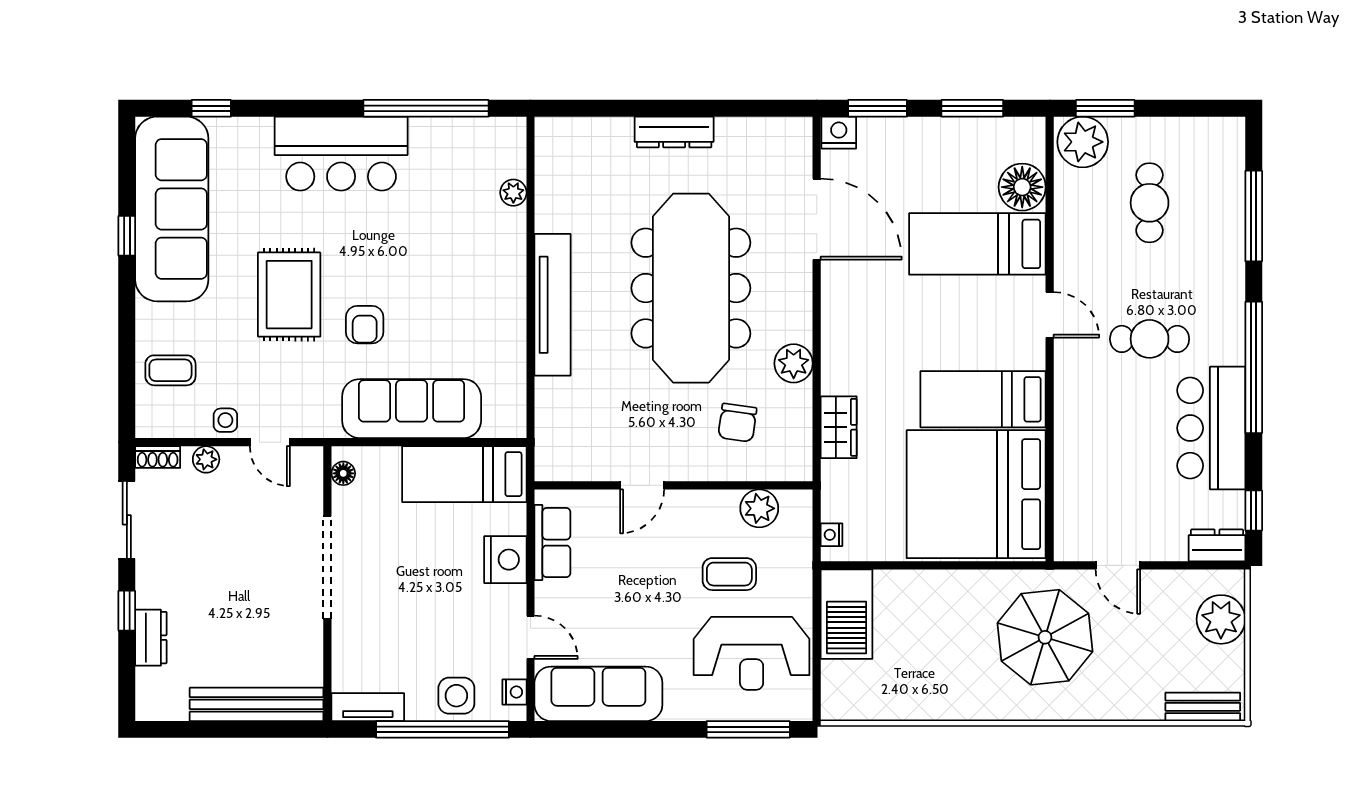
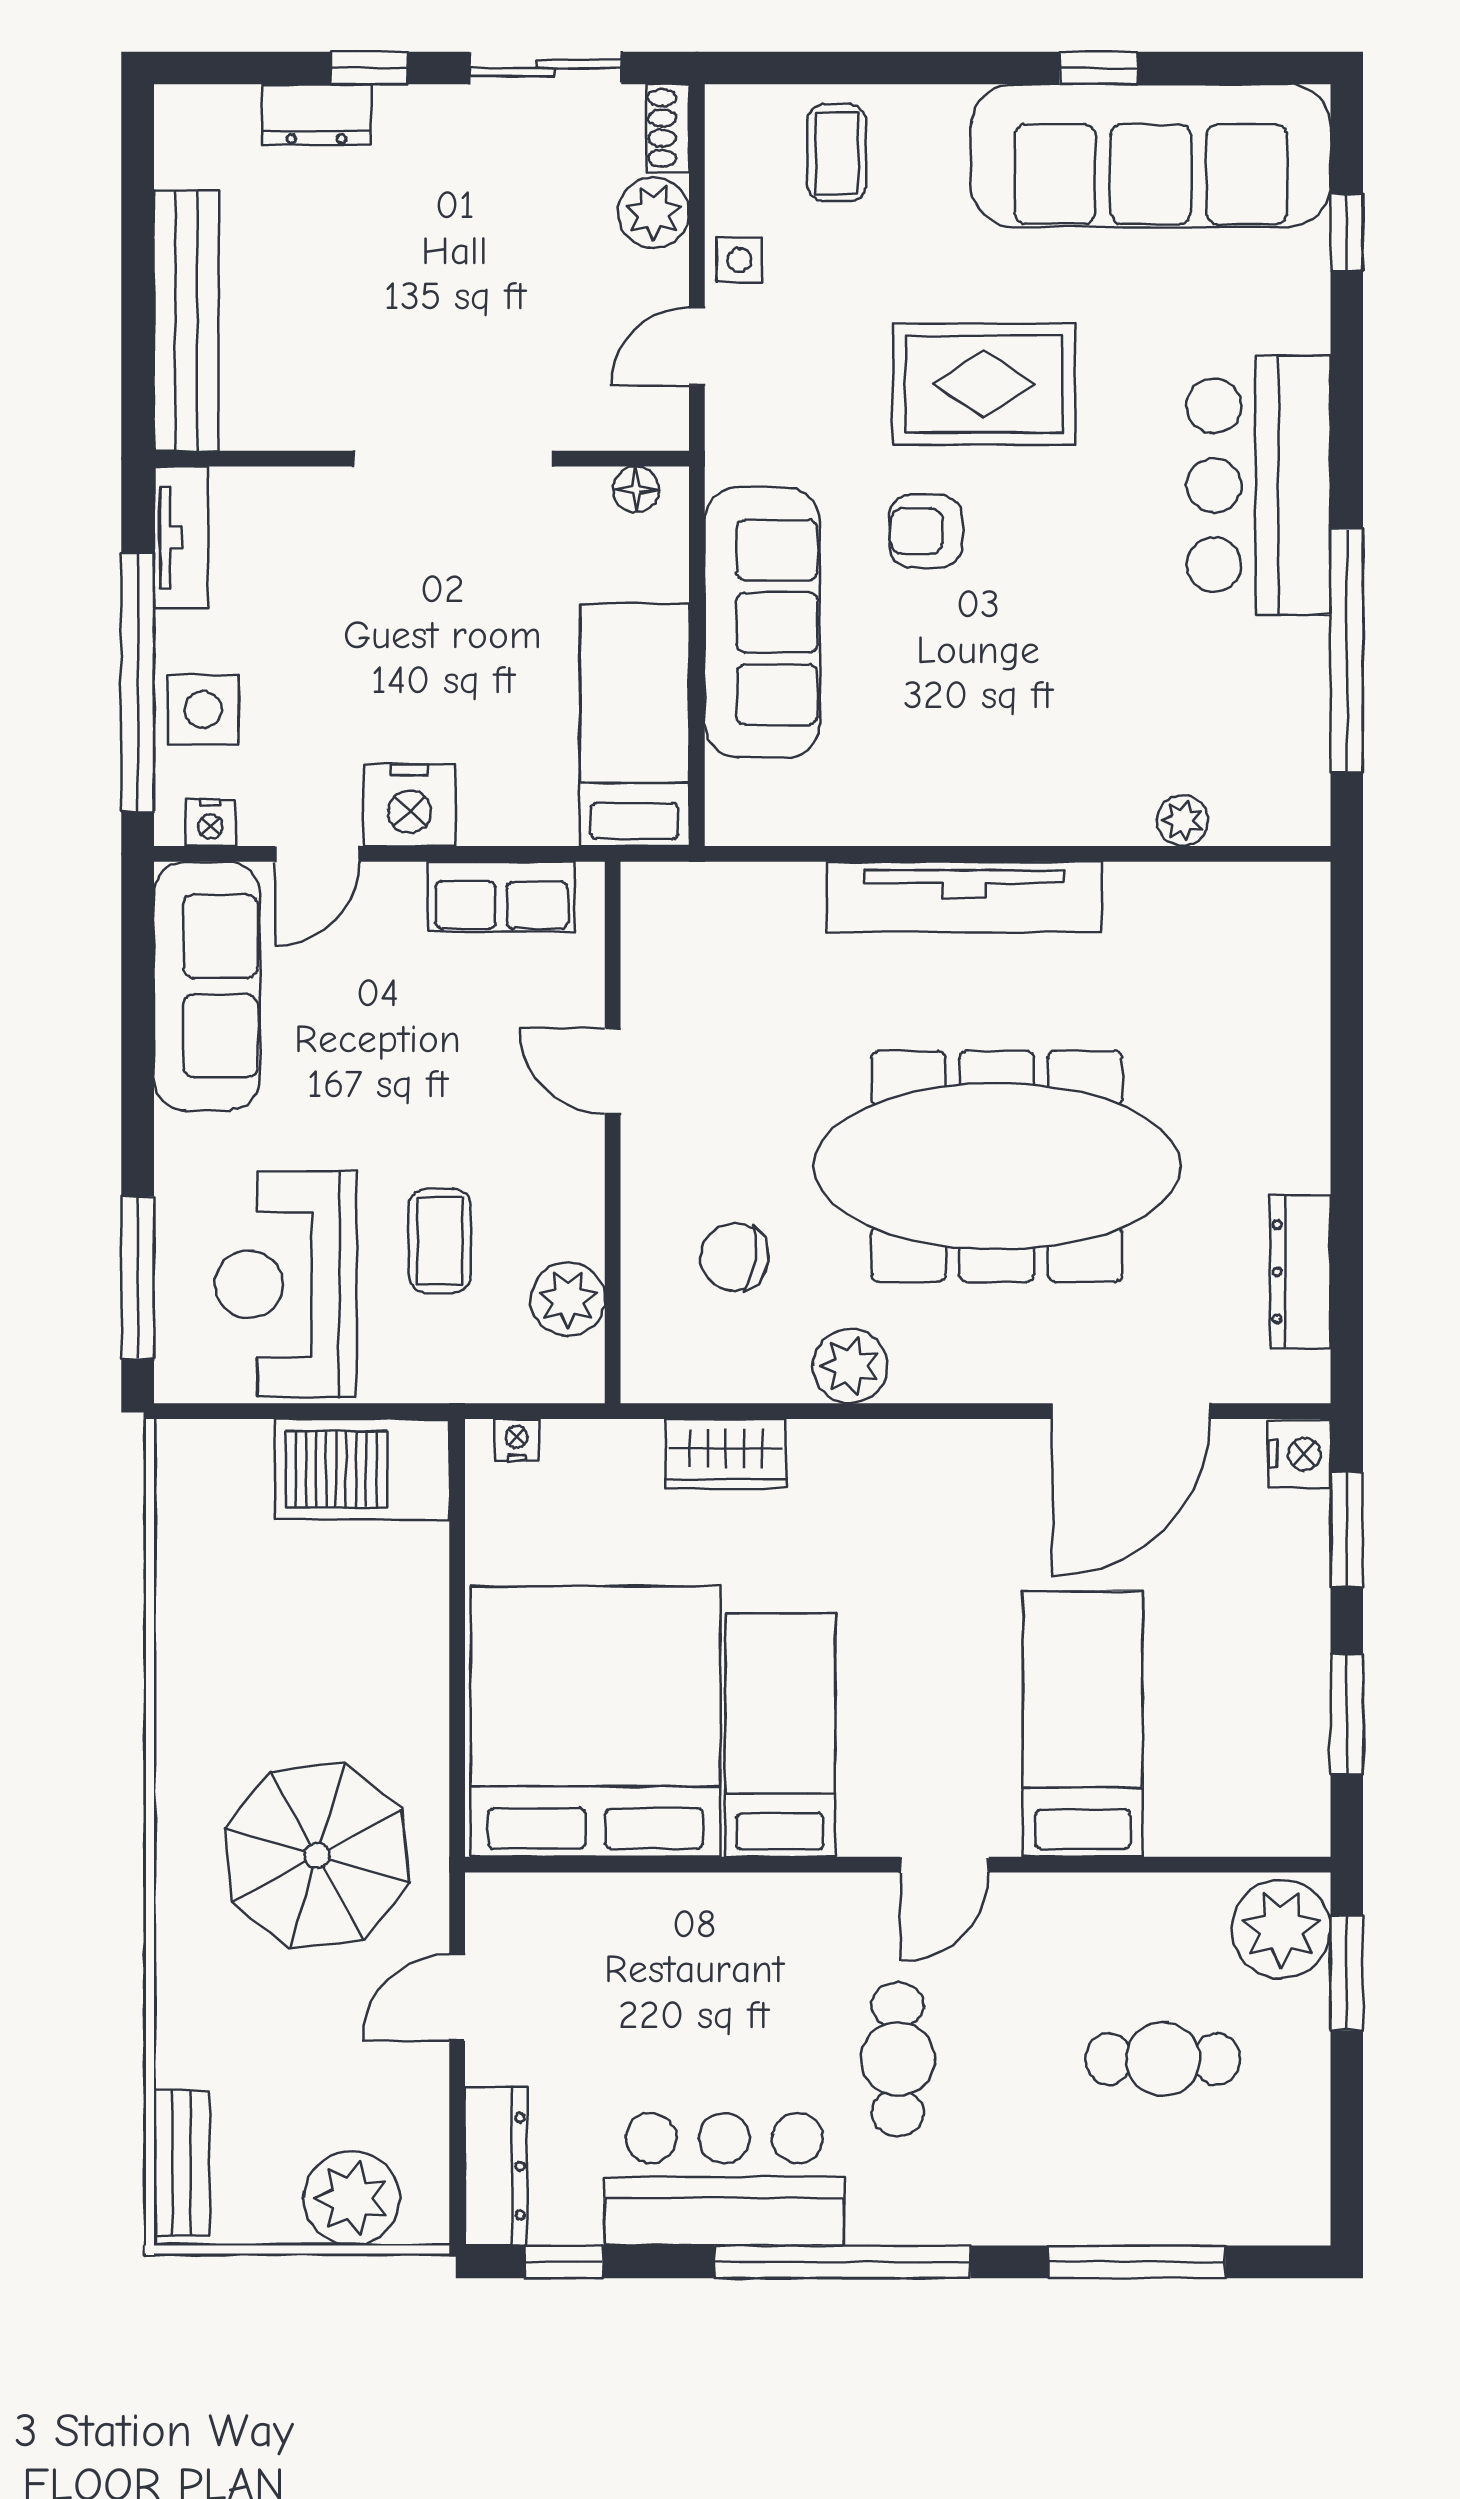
dresser: (674, 132) -> (1300, 1272), moved
floor lamp: (1022, 187) -> (1193, 1811), removed
plant: (206, 459) -> (654, 213), width x1.38, depth x1.38
dresser: (1217, 545) -> (496, 2166), width x1.44
nightstand: (505, 560) -> (409, 805), moved

